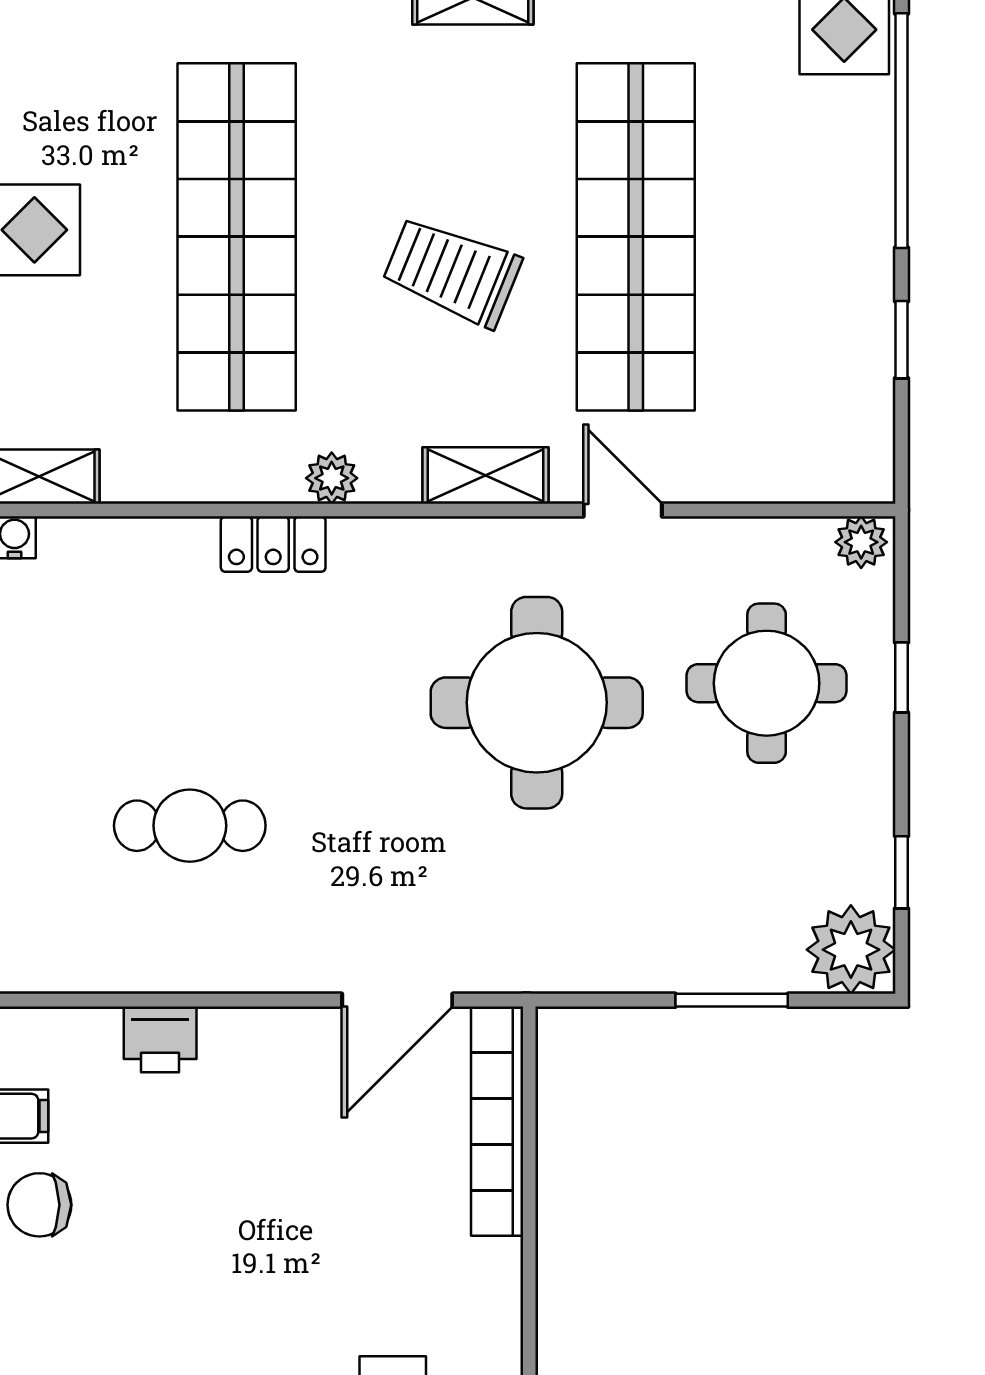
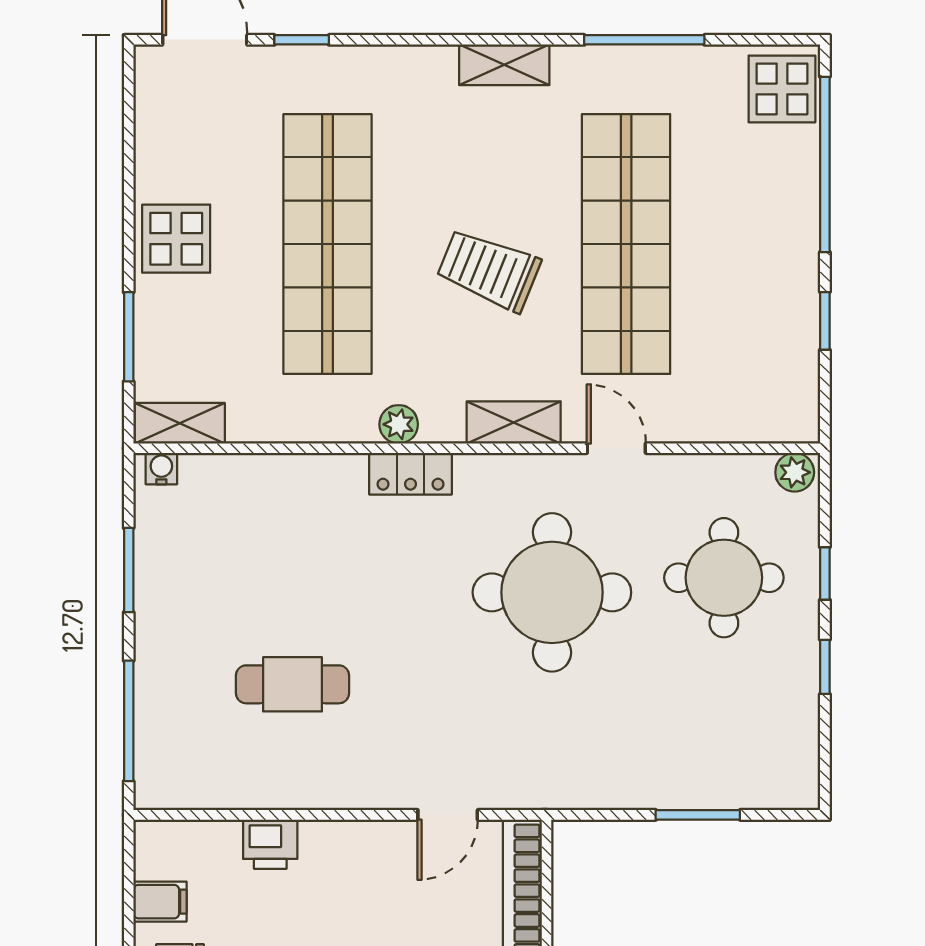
locker: (273, 544) -> (411, 474), moved
window: (902, 872) -> (825, 667), moved
plant: (851, 950) -> (787, 777), removed
door: (397, 1000) -> (448, 815), width x0.73

